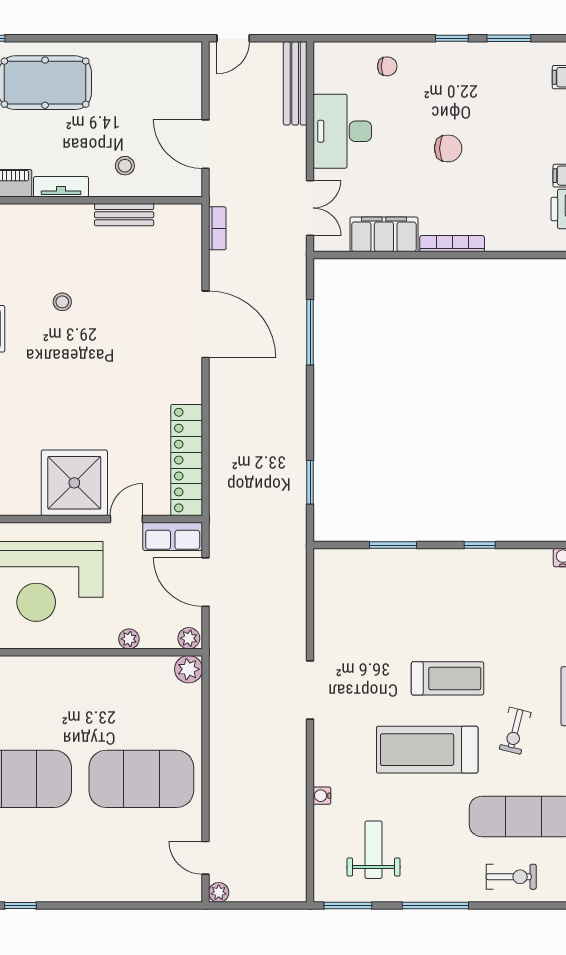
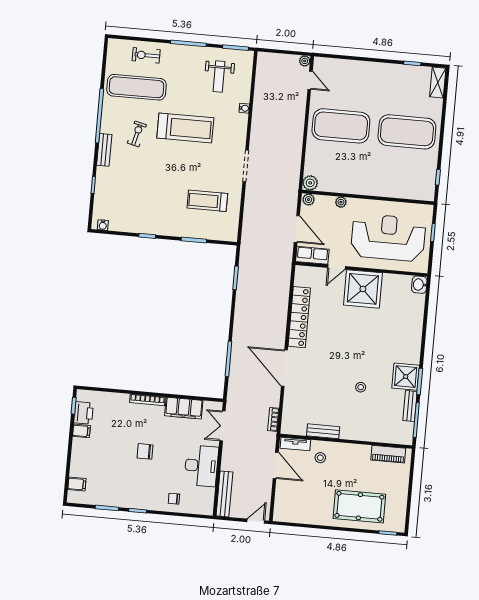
tv unit: (61, 187) -> (295, 444), moved
locker: (187, 460) -> (299, 317), moved
treadmill: (448, 678) -> (207, 201), moved

